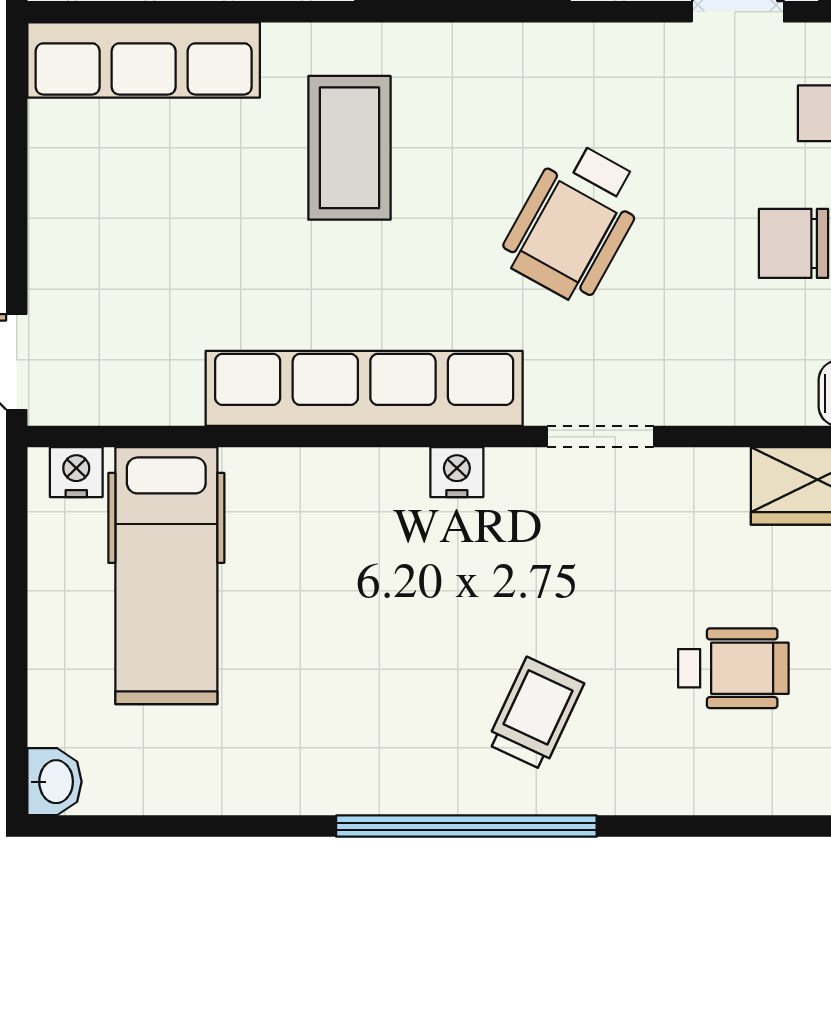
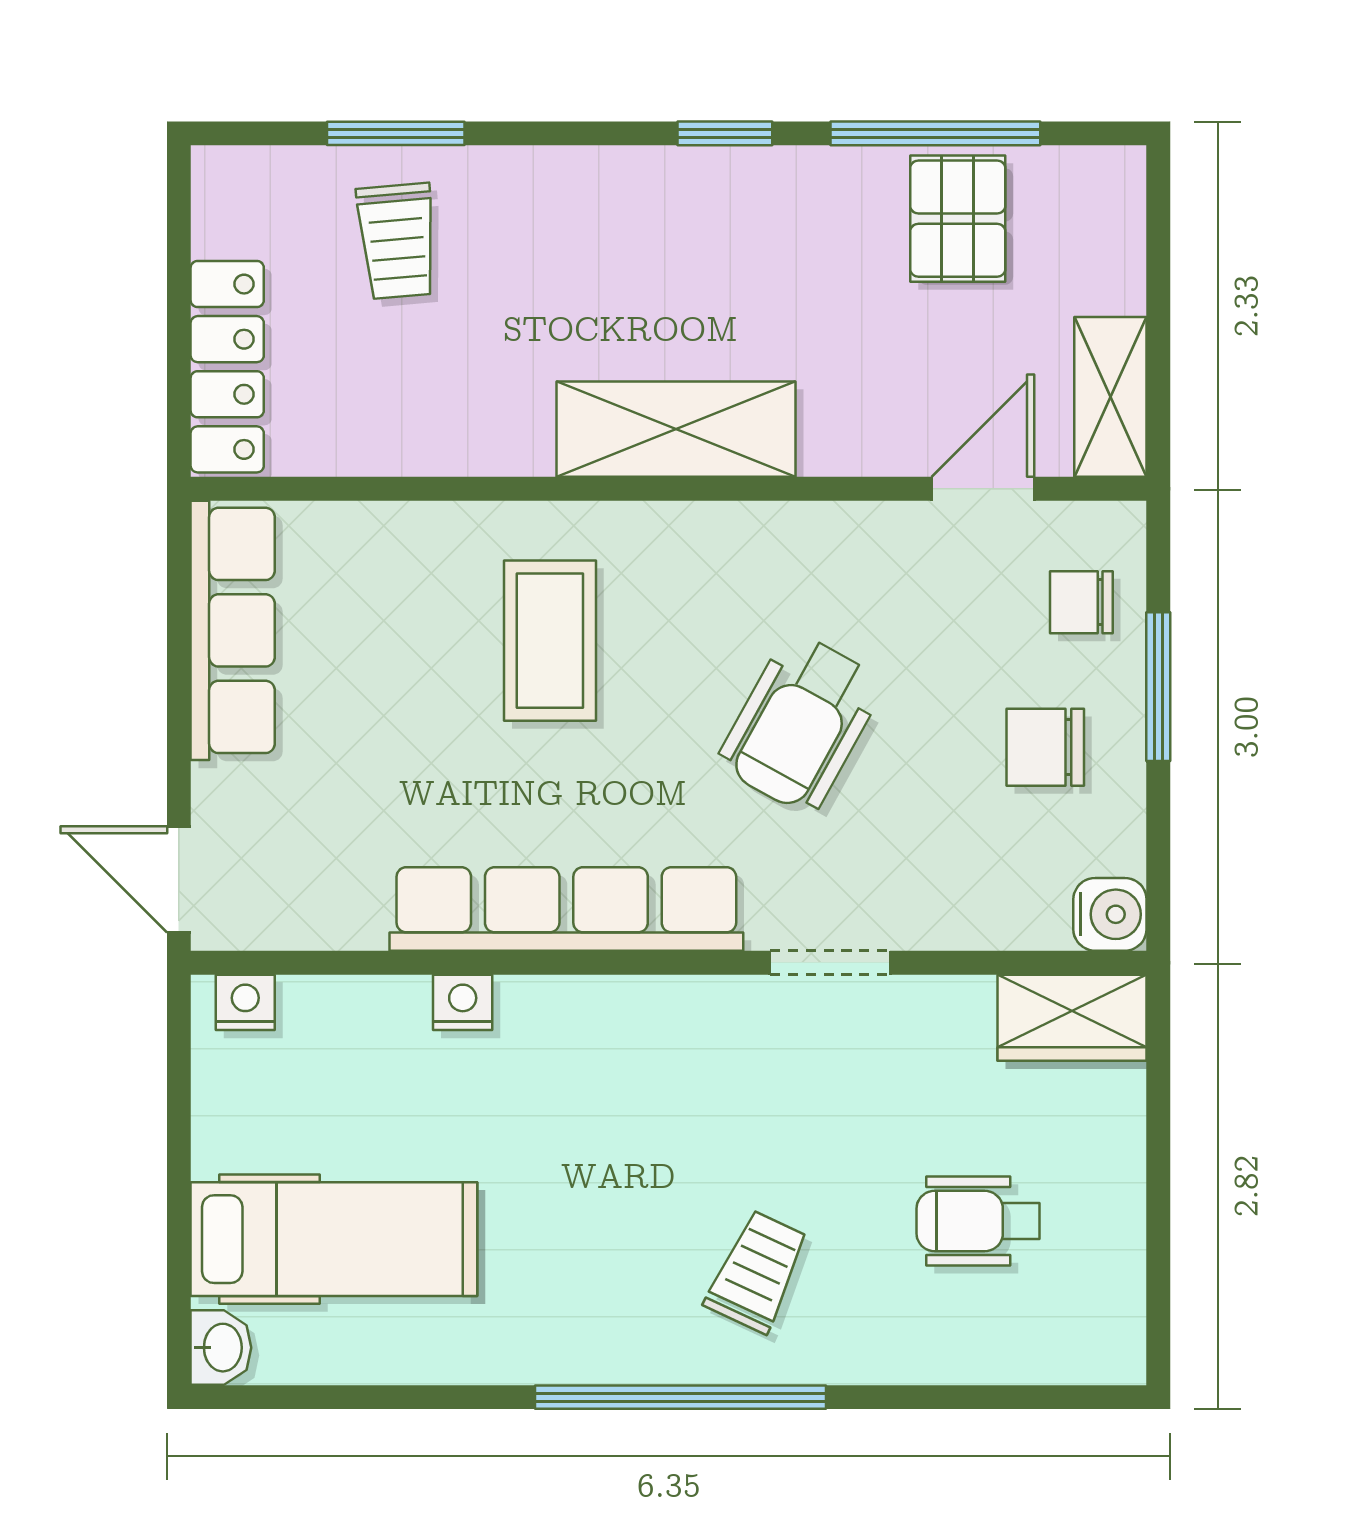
row of seats: (144, 60) -> (233, 630), moved, turned -90
nightstand: (457, 472) -> (463, 1002), moved
hospital bed: (166, 576) -> (334, 1239), moved, turned -90
wheelchair: (733, 668) -> (978, 1221), turned 180

